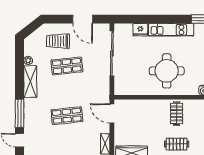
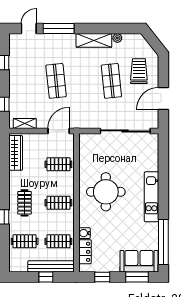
fridge: (140, 30) -> (152, 163), removed
clothes rail: (142, 114) -> (58, 164), added

